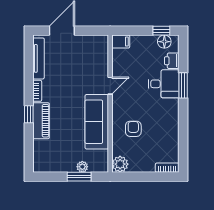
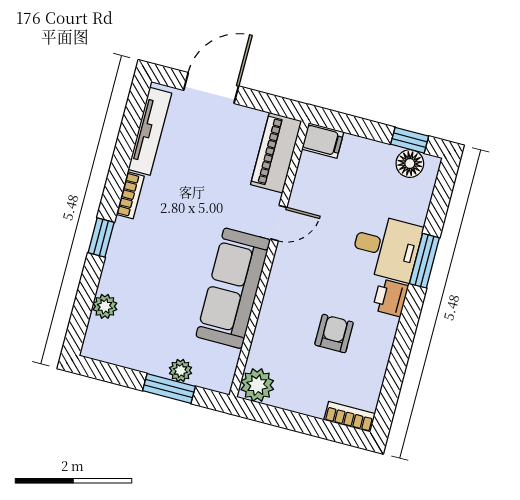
printer: (172, 61) -> (390, 298), moved
piano: (41, 121) -> (276, 153), moved, turned 180
armchair: (133, 129) -> (334, 334), moved
plant: (39, 146) -> (105, 306), added

